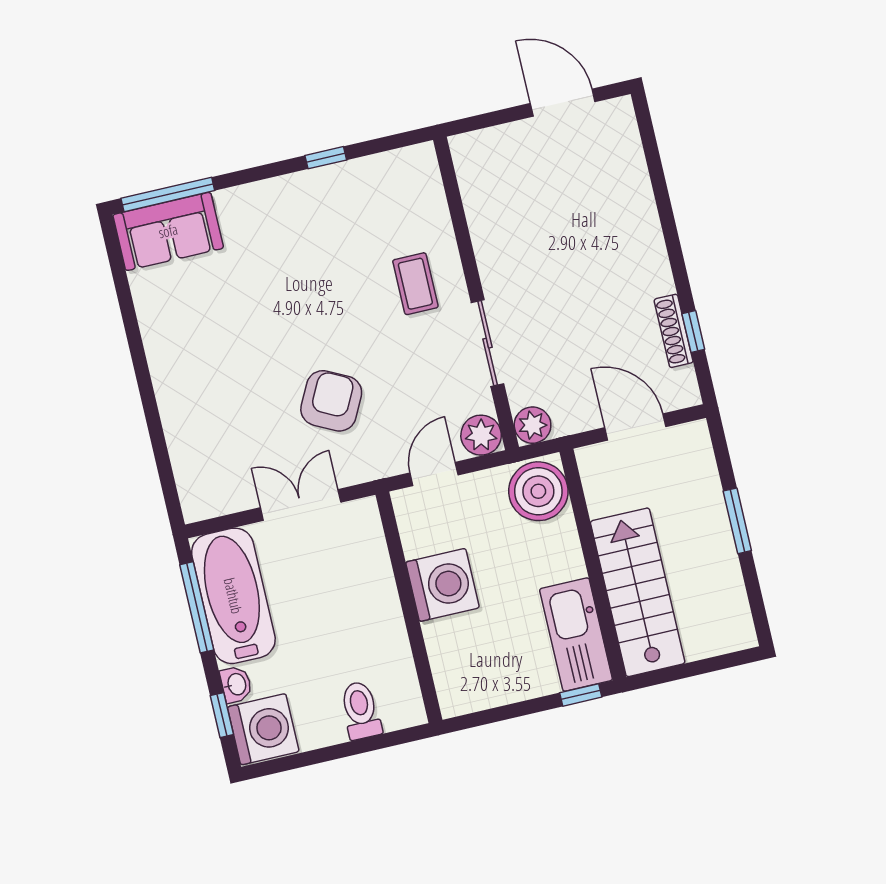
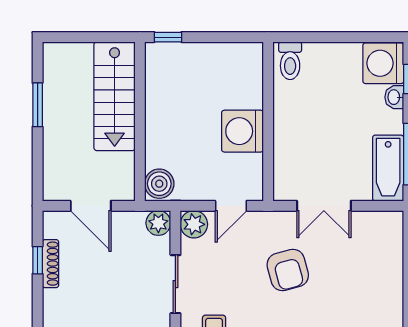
armchair: (331, 401) -> (288, 270), turned -42
boiler: (538, 491) -> (159, 184), width x0.73, depth x0.73
window: (737, 521) -> (38, 105), moved
bathtub: (233, 596) -> (388, 168), width x0.73, depth x0.73
kitchen sink: (576, 635) -> (162, 78), removed
toilet: (361, 710) -> (290, 61), moved

